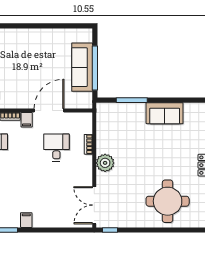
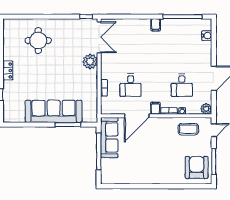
sofa: (82, 67) -> (109, 138), moved
sofa: (165, 113) -> (54, 111), width x1.85, depth x1.27
plant: (105, 163) -> (90, 62), moved
round table: (168, 201) -> (38, 41), width x0.73, depth x0.73

